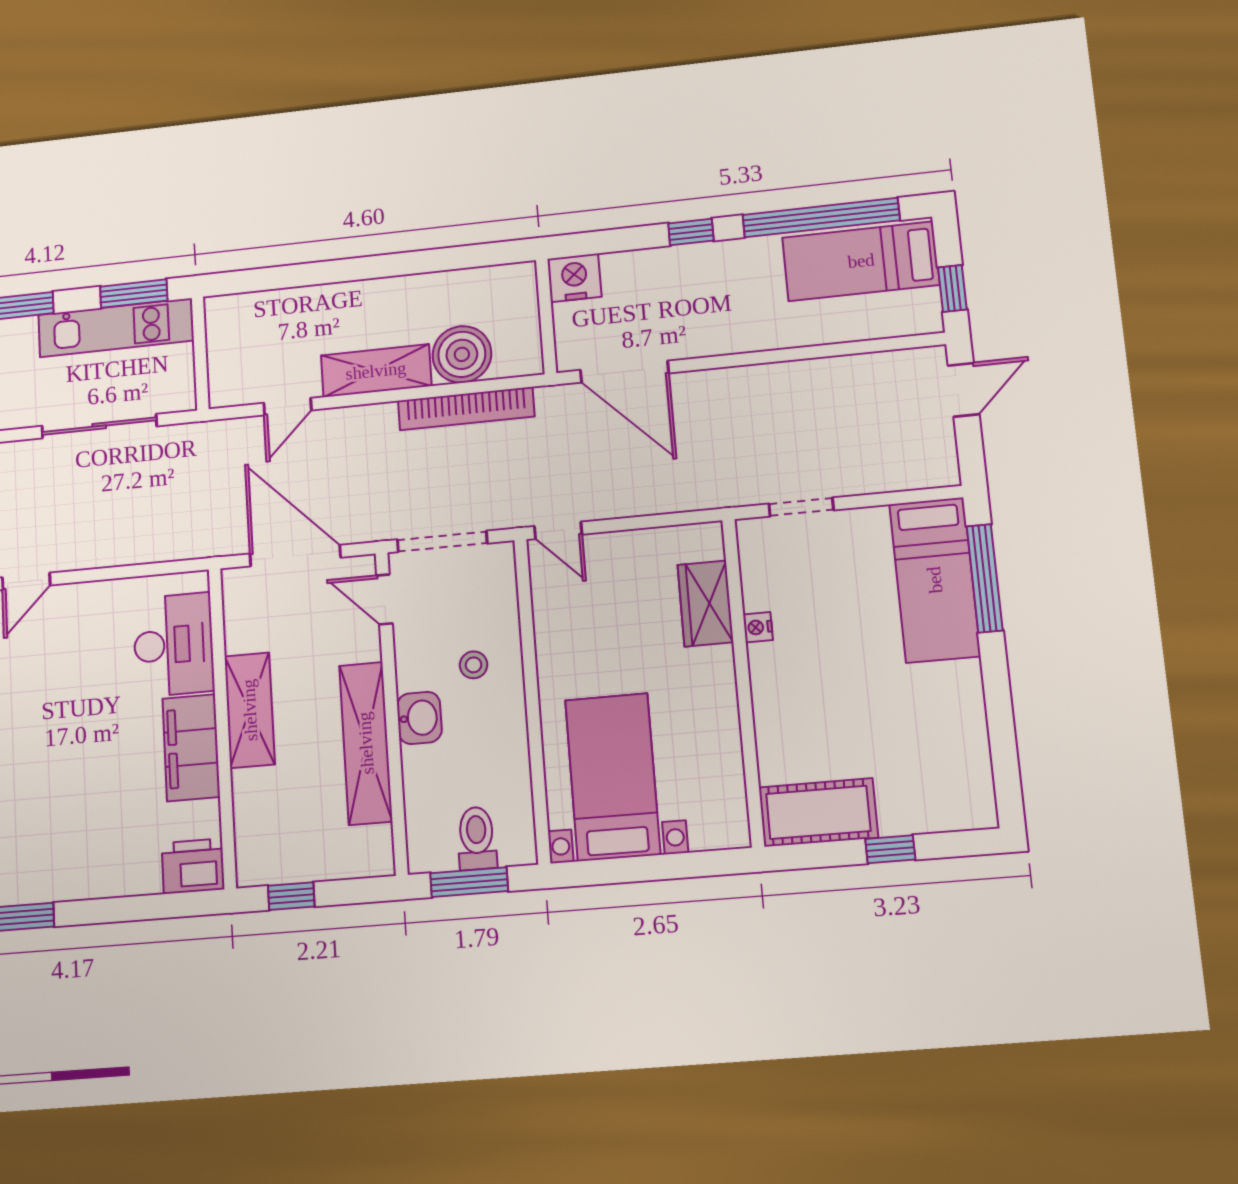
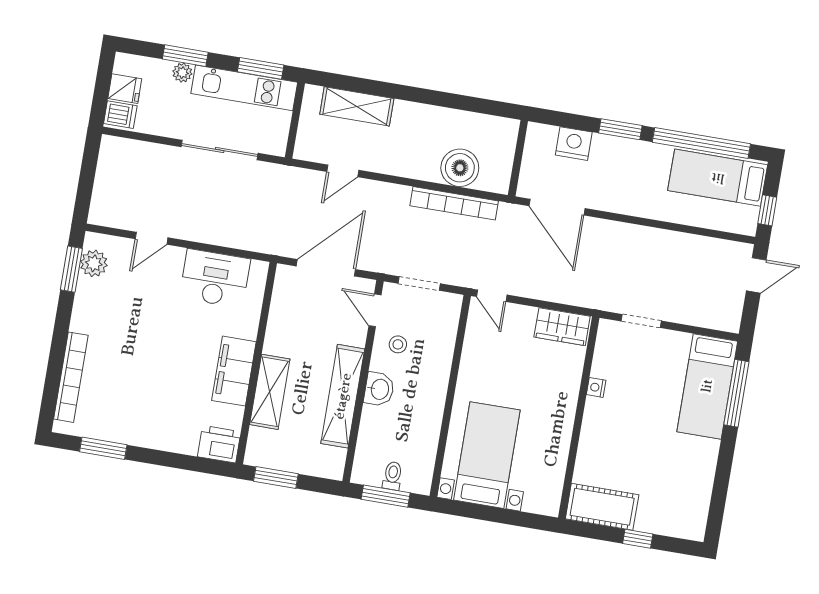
window: (691, 232) -> (620, 129), width x1.50
nightstand: (574, 278) -> (574, 144), moved
plant: (22, 331) -> (182, 73), added
shelving: (376, 371) -> (357, 106), moved
doorway: (442, 541) -> (419, 283), width x0.73
door: (295, 556) -> (326, 268), hinge flipped
wardrobe: (705, 604) -> (562, 327), moved, turned -90
desk: (174, 645) -> (215, 278), moved, turned -90
stool: (474, 665) -> (398, 344), moved
shelving: (250, 710) -> (270, 392), moved
toilet: (477, 838) -> (393, 476), width x0.73, depth x0.72
window: (291, 896) -> (276, 477), width x1.50

